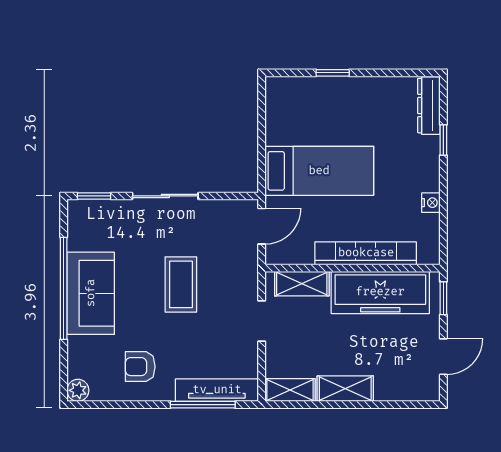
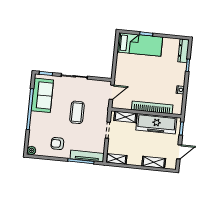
bed: (319, 171) -> (140, 44), moved
sofa: (91, 293) -> (42, 95), moved
shelving: (345, 389) -> (154, 162), moved

